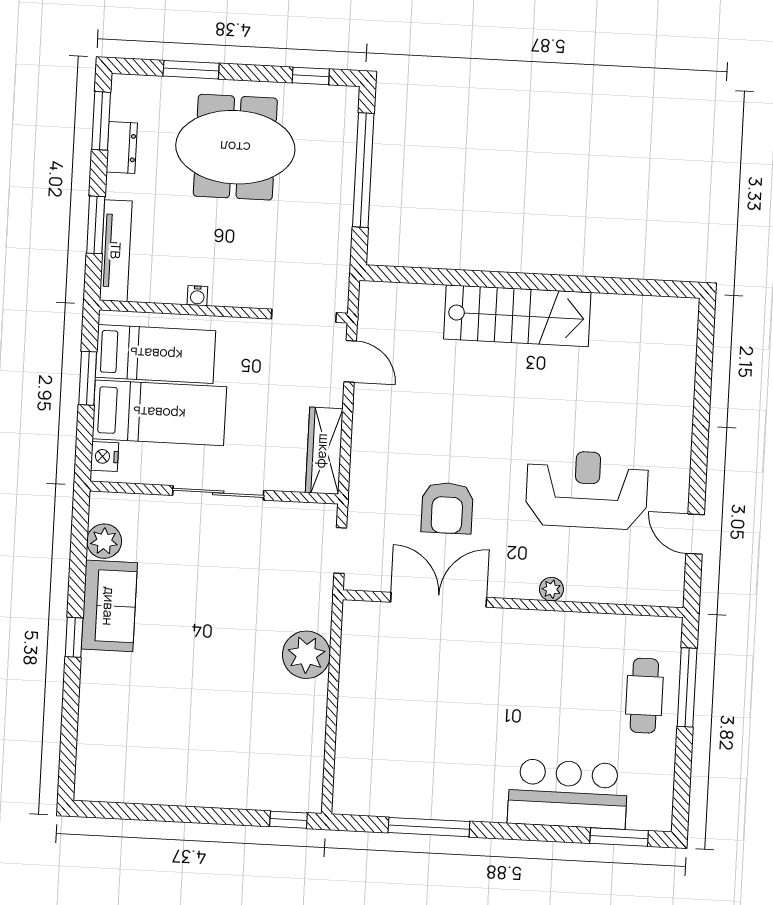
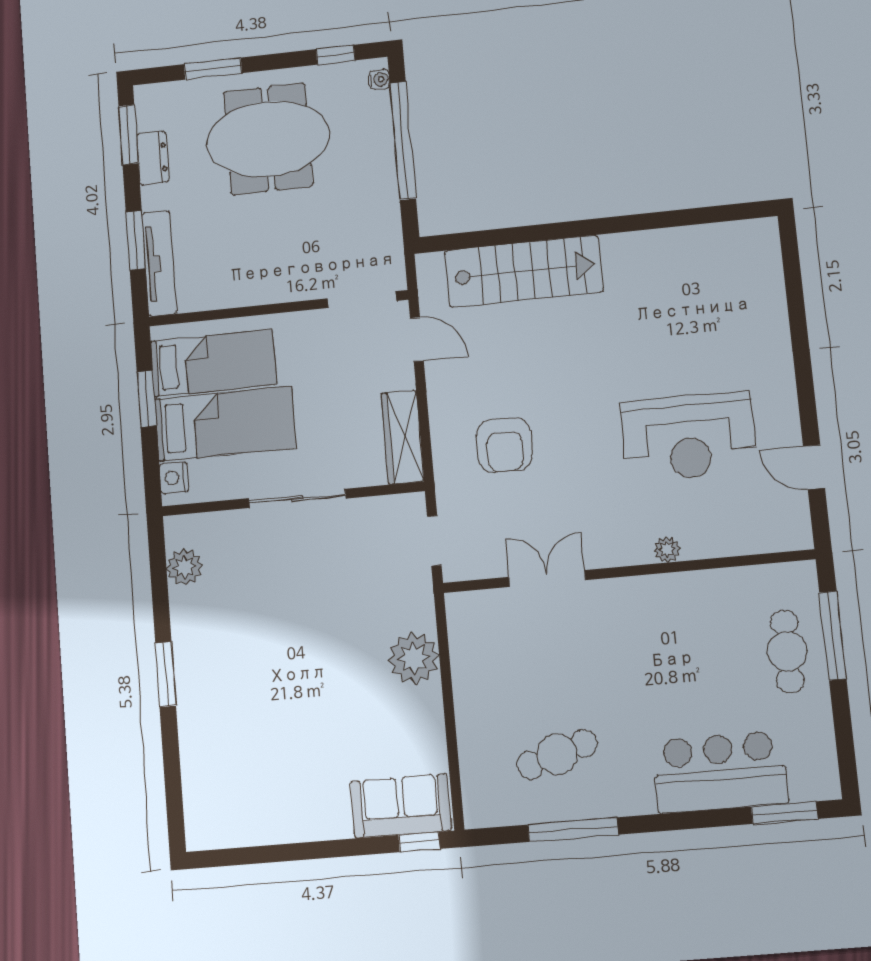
water cooler: (197, 296) -> (379, 79), moved, turned -90
stairs: (517, 316) -> (524, 271), moved
reception desk: (587, 490) -> (689, 437), turned 180
armchair: (447, 508) -> (504, 445), moved
double door: (439, 600) -> (547, 578), width x0.73
sofa: (109, 606) -> (401, 806), moved, turned -90
window: (74, 637) -> (166, 674), width x1.50
cafe table: (425, 759) -> (557, 754), added

